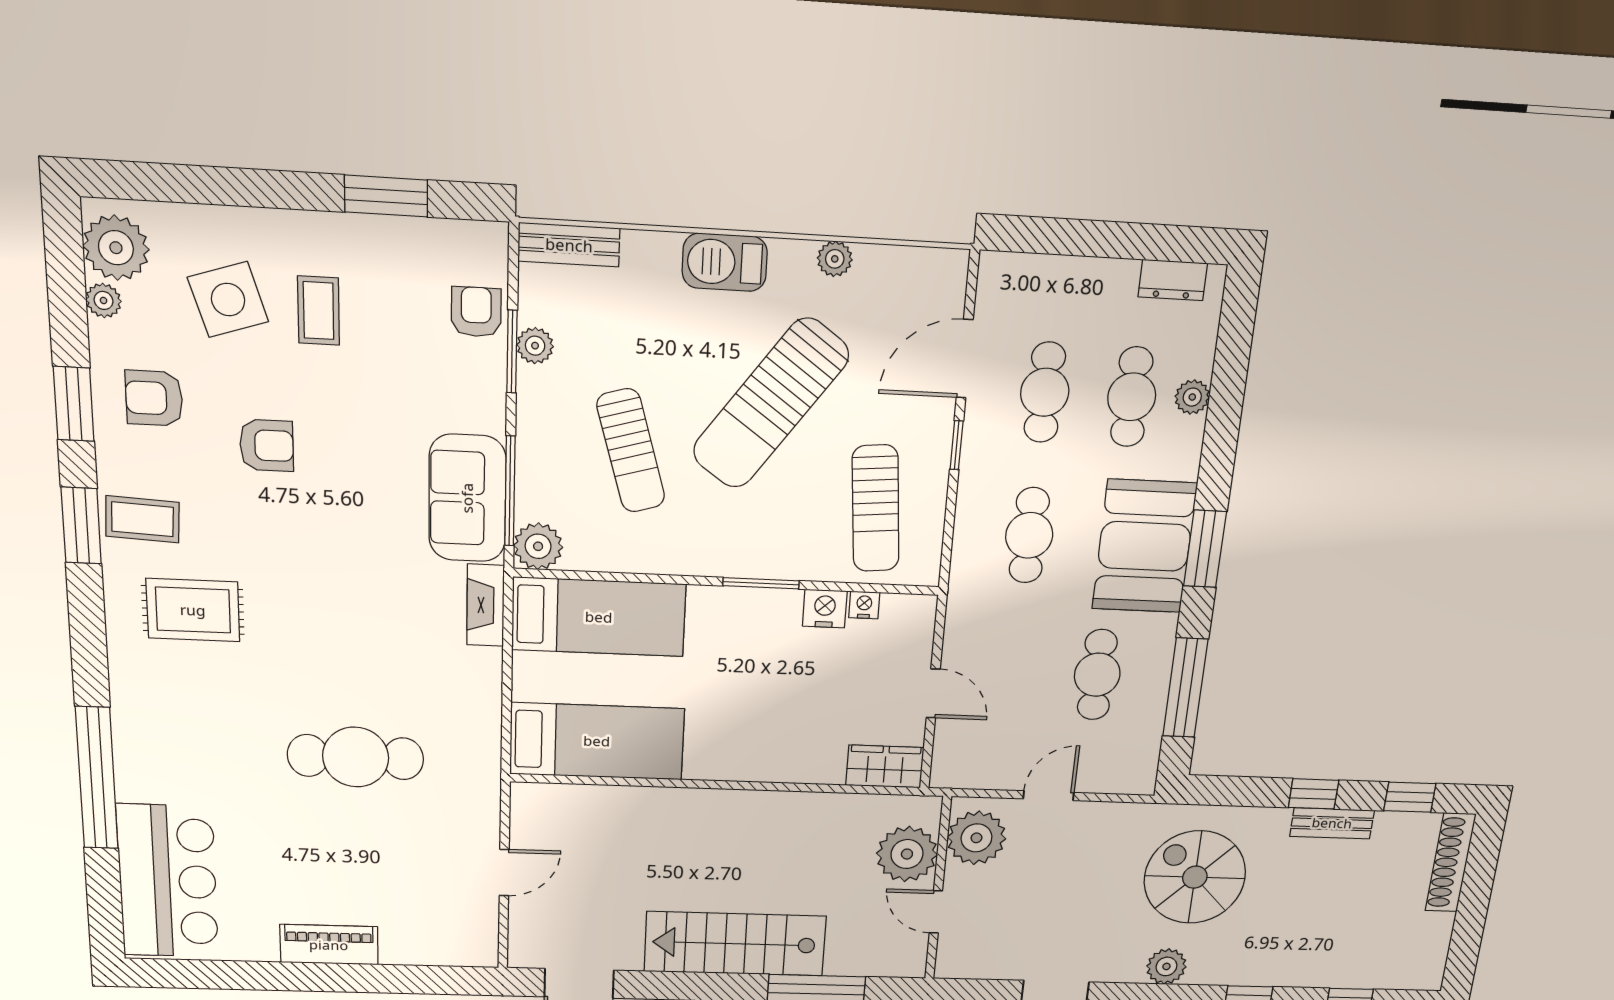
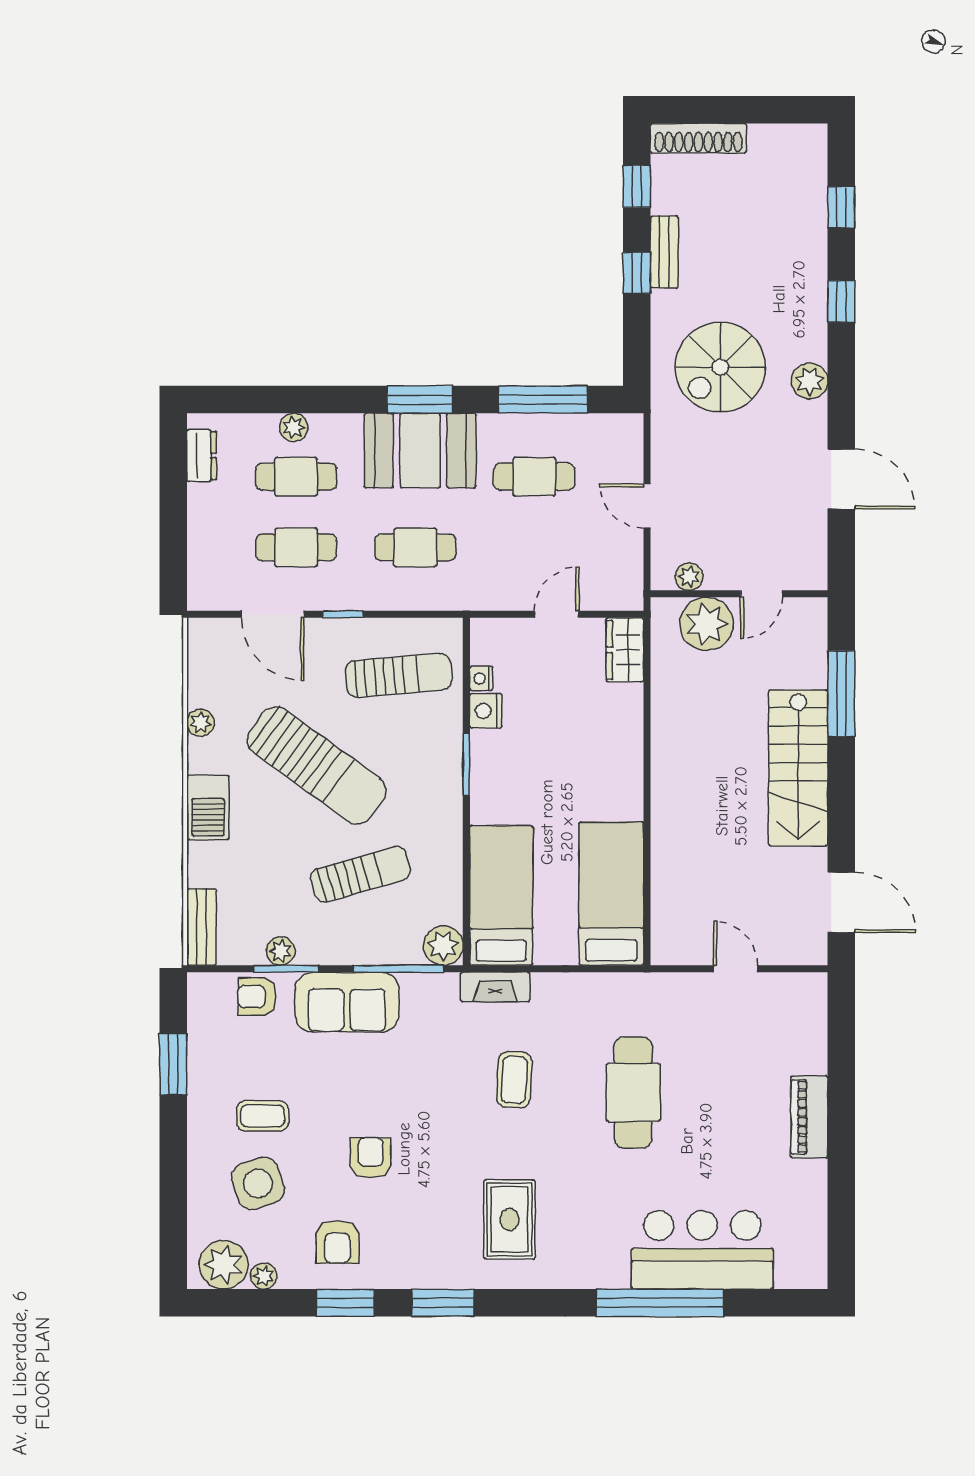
sofa: (467, 498) -> (347, 1002), moved
coffee table: (142, 519) -> (514, 1080), moved
plant: (976, 838) -> (689, 577), width x0.53, depth x0.53
bar counter: (168, 881) -> (702, 1250), moved

